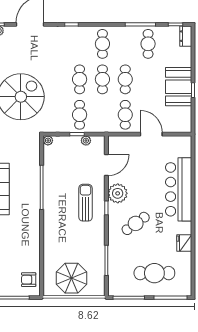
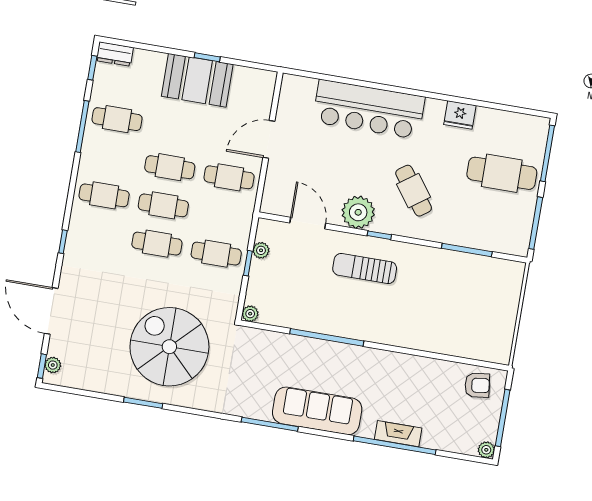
cafe table: (154, 273) -> (502, 173), turned 90
parasol: (72, 278) -> (487, 313), removed
armchair: (29, 280) -> (477, 385), turned -97

